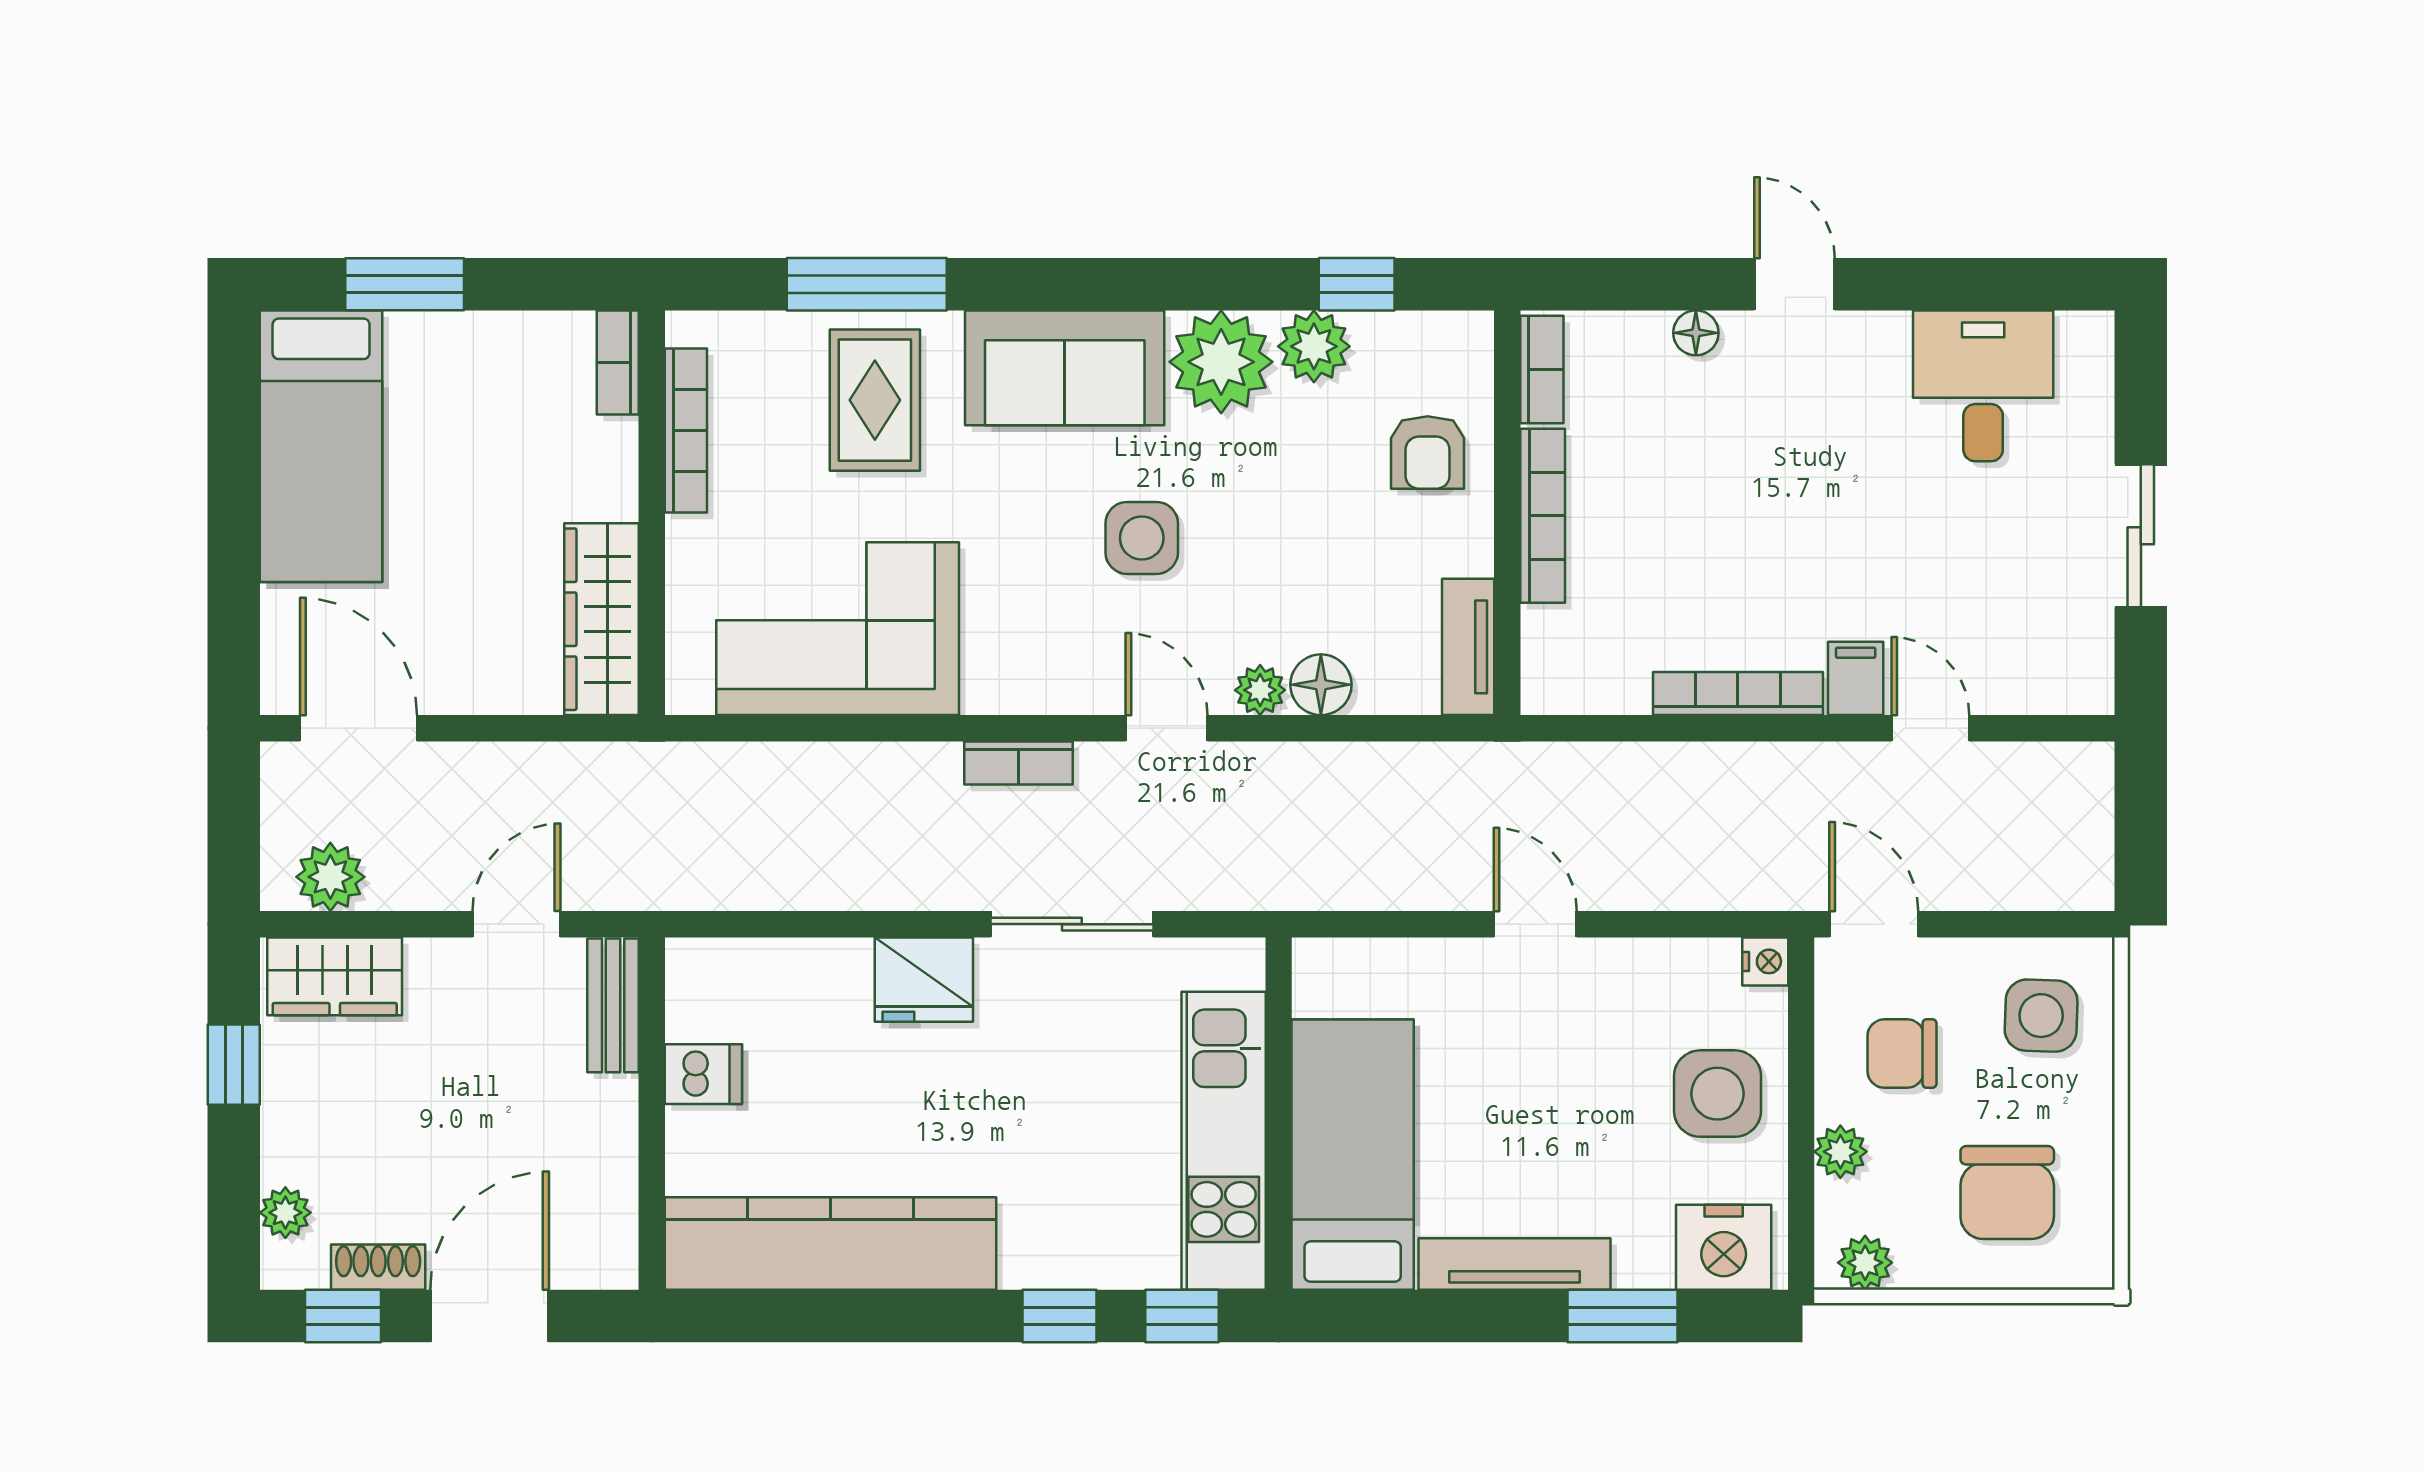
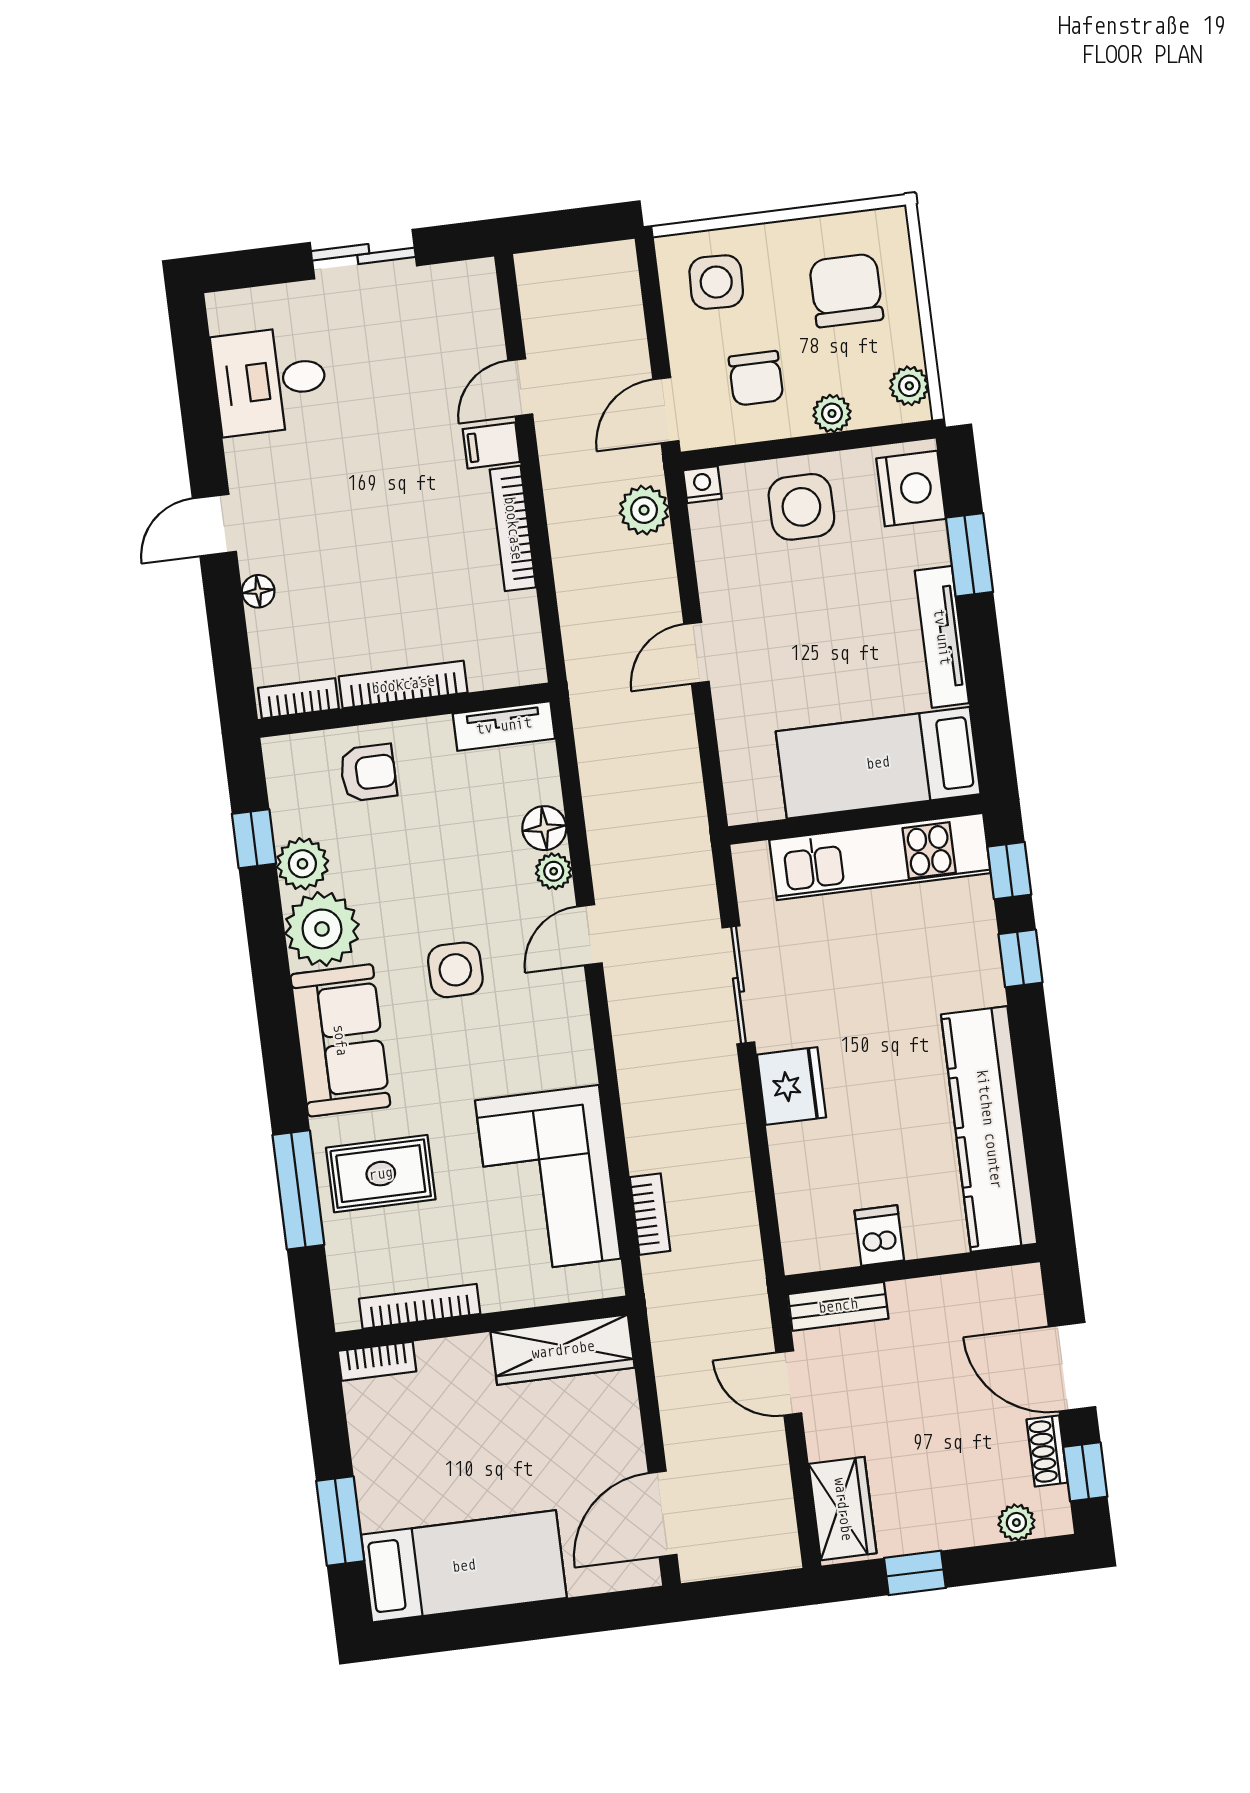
bookcase: (1018, 763) -> (650, 1214), moved
plant: (330, 877) -> (644, 510), moved
chair: (2007, 1193) -> (846, 290), turned -90

